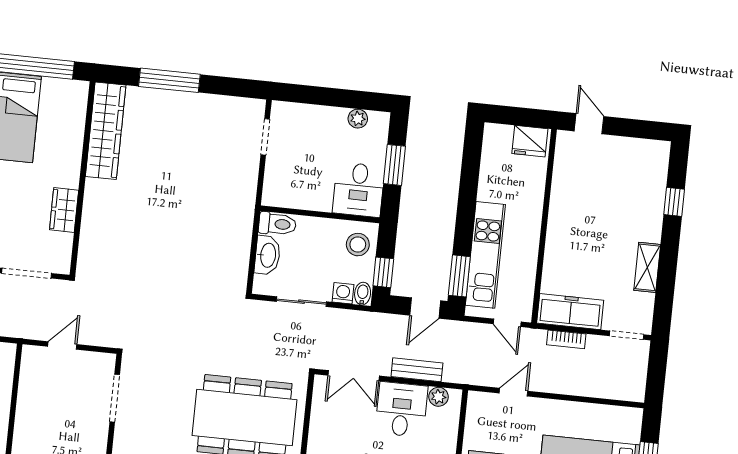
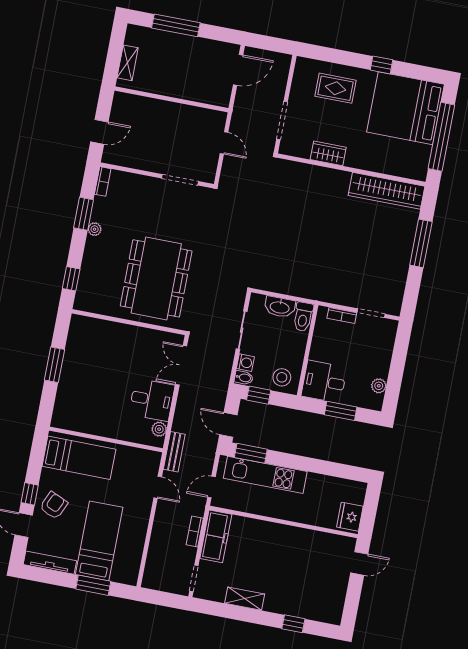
bookcase: (271, 174) -> (342, 315), added
bench: (417, 370) -> (174, 452), moved

